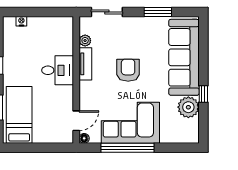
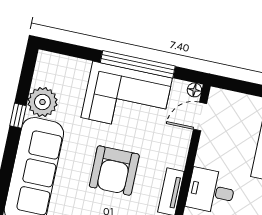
armchair: (128, 70) -> (114, 171), width x1.36, depth x1.36

